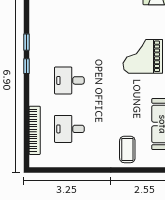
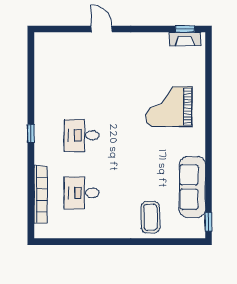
window: (27, 42) -> (31, 90), removed
window: (27, 66) -> (31, 134), moved

